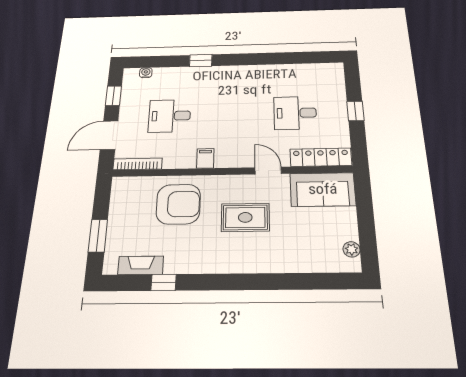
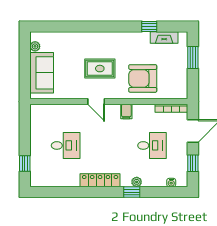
plant: (194, 72) -> (137, 182), added
window: (355, 111) -> (25, 164), moved
locker: (321, 157) -> (100, 180), moved, turned 180
door: (268, 171) -> (96, 102), moved
sofa: (323, 189) -> (42, 73), moved, turned 90

